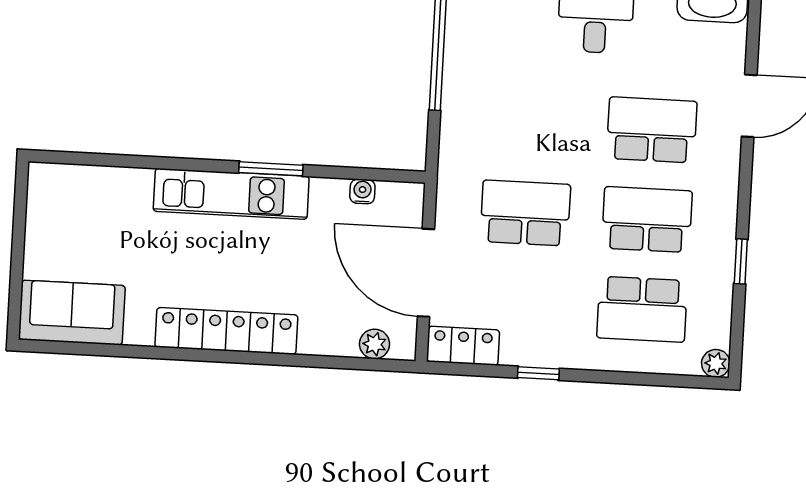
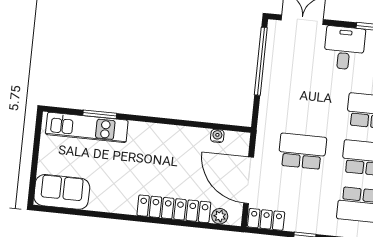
window: (271, 169) -> (100, 114), moved
kitchen unit: (231, 194) -> (87, 127), moved
locker: (226, 331) -> (174, 209), moved

